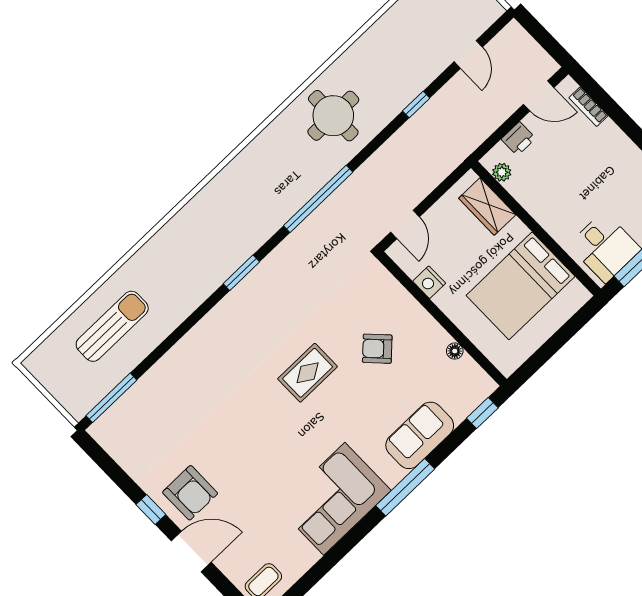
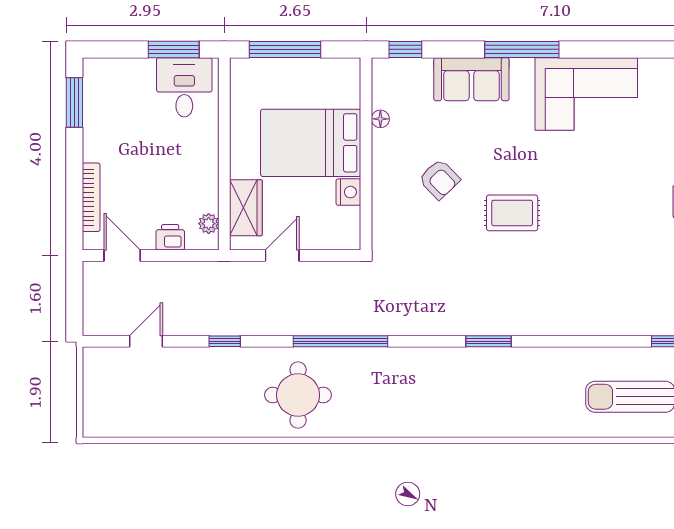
bookcase: (588, 107) -> (91, 197), width x1.56
window: (318, 199) -> (340, 341), moved
door: (405, 225) -> (282, 256), moved
bed: (521, 286) -> (311, 143), moved, turned 180
window: (562, 336) -> (285, 49), added

